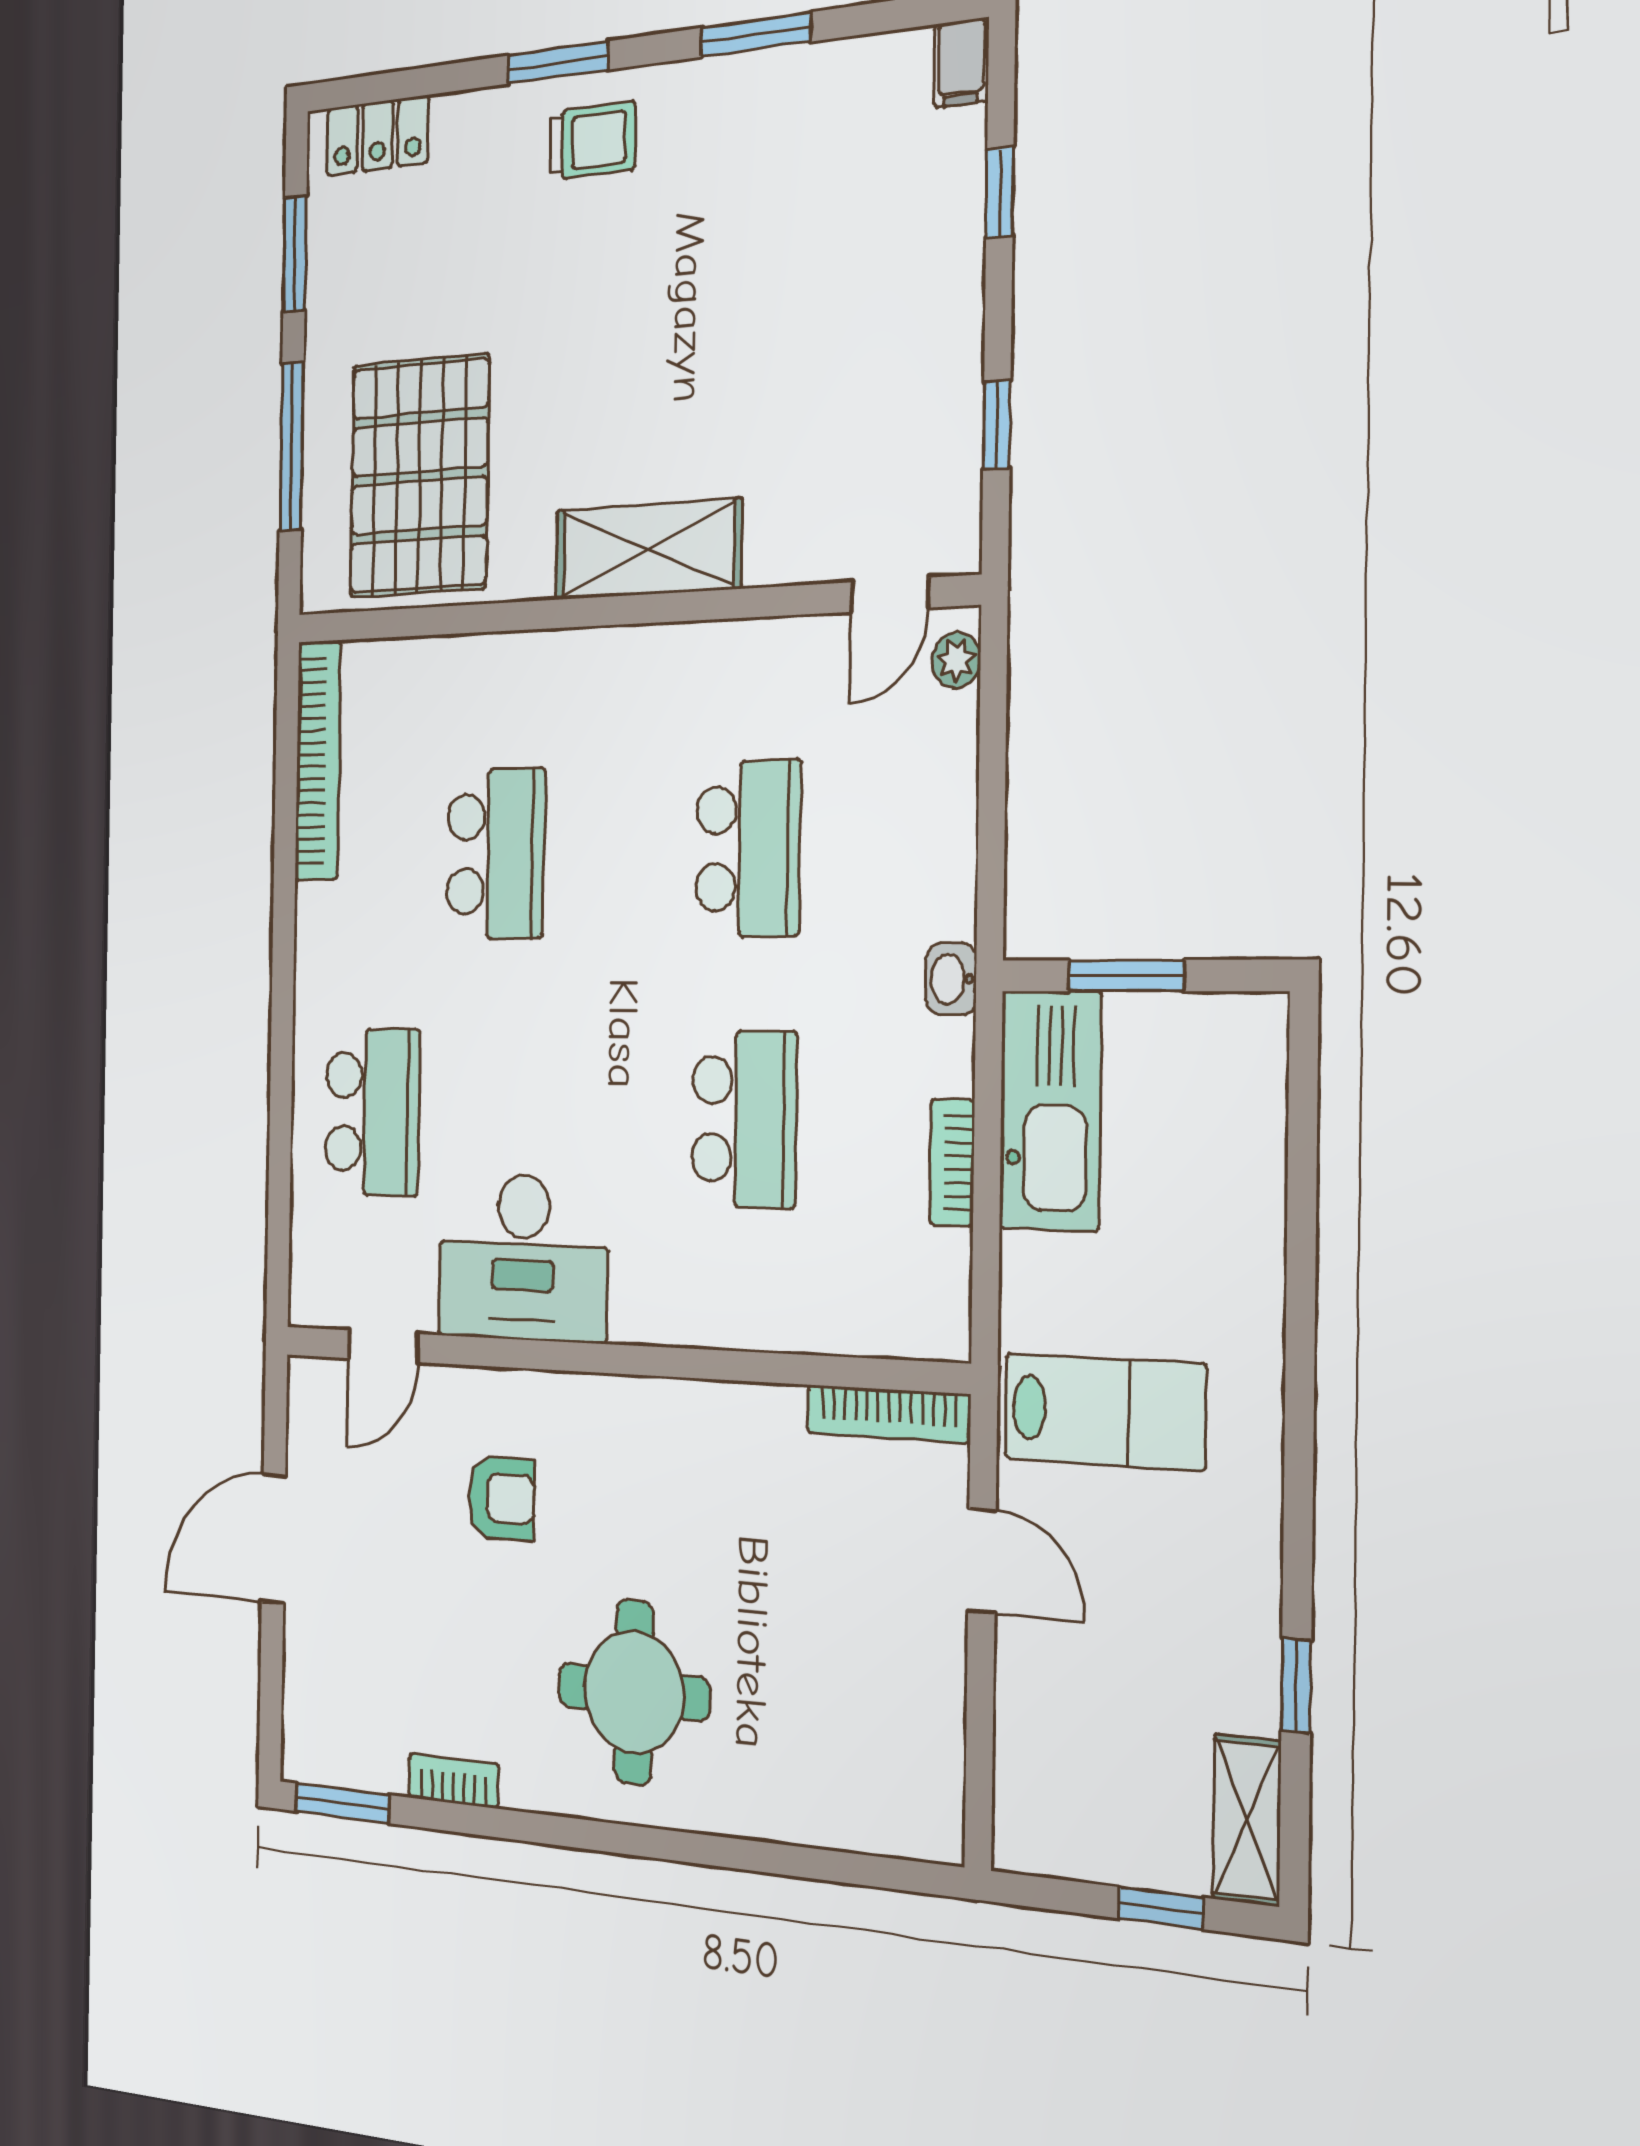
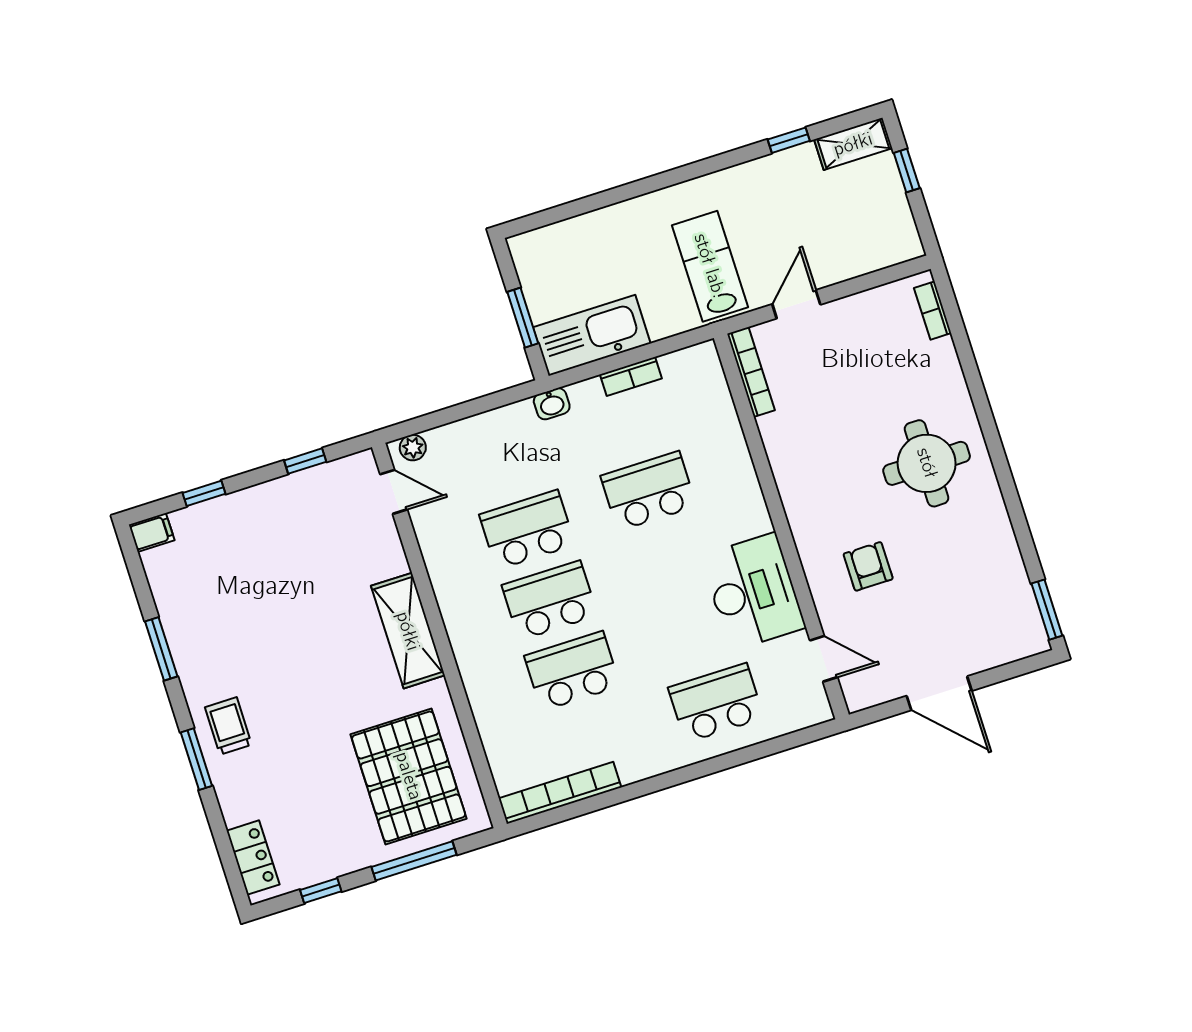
window: (295, 254) -> (321, 891), width x0.67
pallet: (419, 476) -> (409, 776), turned 90
school desk: (619, 851) -> (550, 600), added
bookcase: (454, 1781) -> (933, 310), moved

